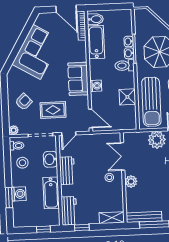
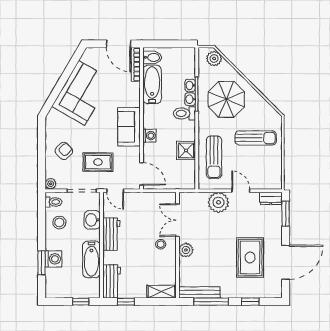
plant: (148, 18) -> (214, 59), added
sun lounger: (151, 102) -> (214, 157), width x0.73, depth x0.75
door: (69, 134) -> (115, 191), hinge flipped

